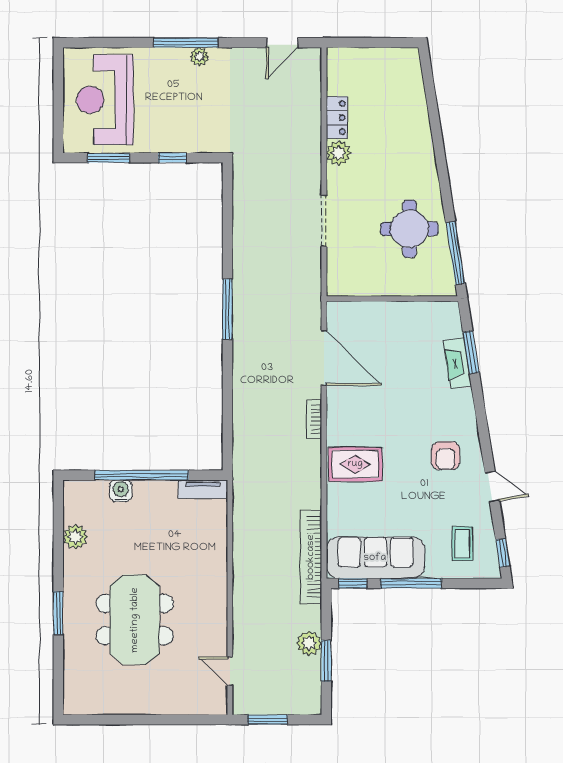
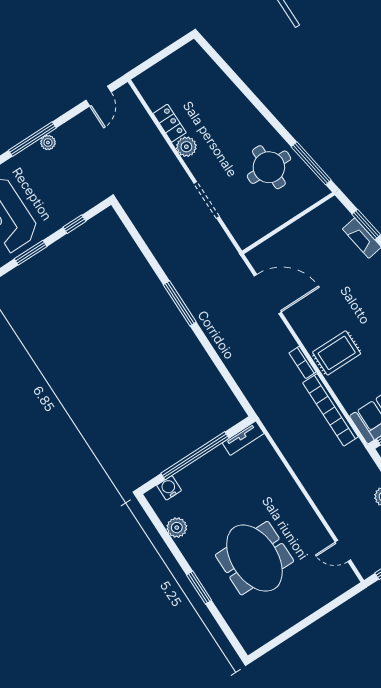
bookcase: (314, 419) -> (302, 362), moved
water cooler: (121, 491) -> (169, 488), moved
bookcase: (311, 557) -> (330, 410), moved

